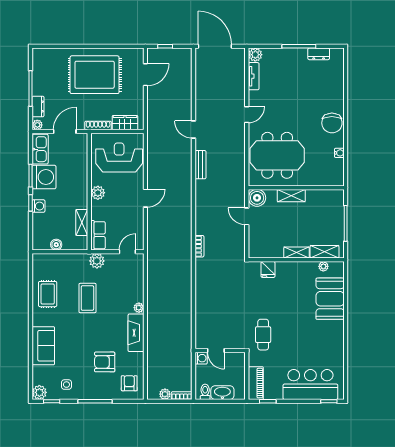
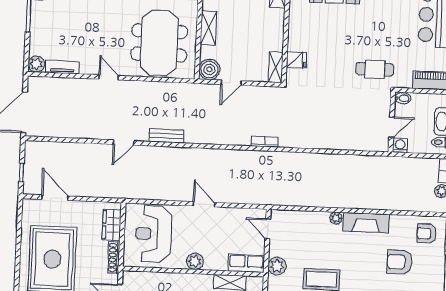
shelving: (297, 252) -> (276, 67), moved
bidet: (240, 359) -> (403, 98), added
armchair: (105, 362) -> (400, 262), turned 90

